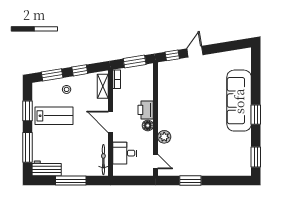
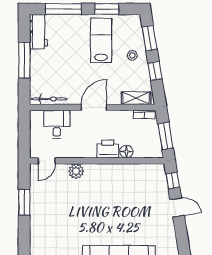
lab bench: (54, 116) -> (101, 40), turned 180
floor lamp: (148, 126) -> (126, 152), moved

